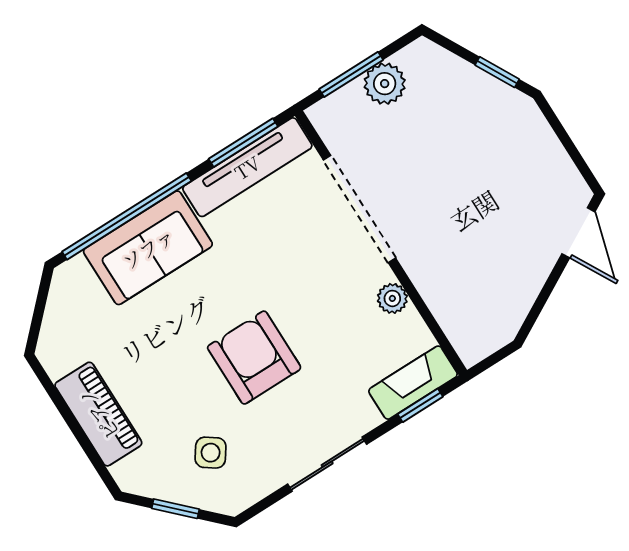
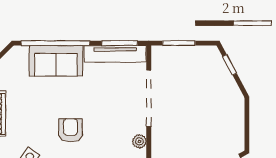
window: (497, 72) -> (230, 65), moved
plant: (385, 84) -> (190, 55), removed
armchair: (254, 358) -> (70, 130), width x0.72, depth x0.72

